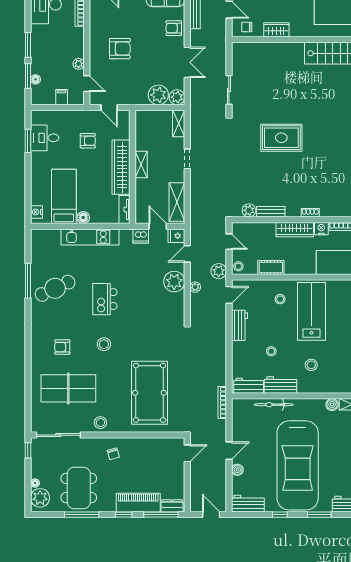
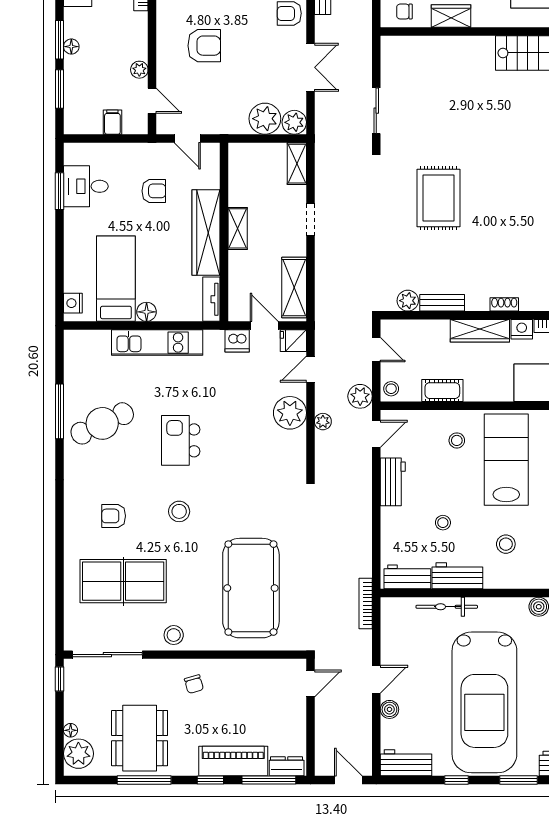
floor lamp: (35, 79) -> (71, 47), moved
rug: (281, 138) -> (438, 198), moved, turned 90

